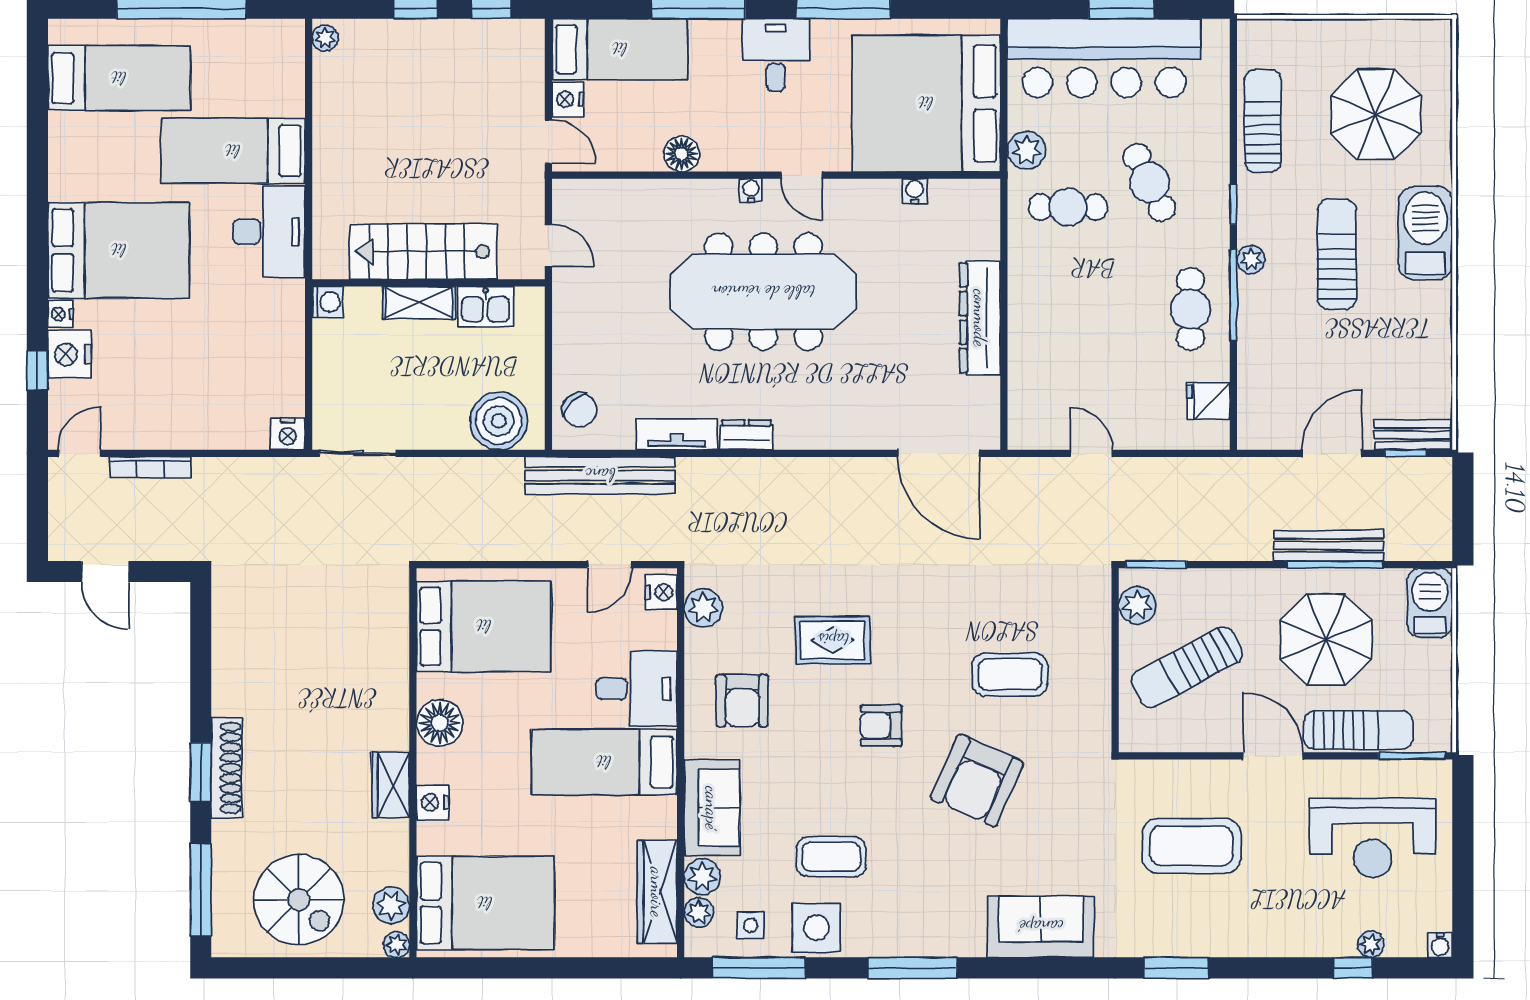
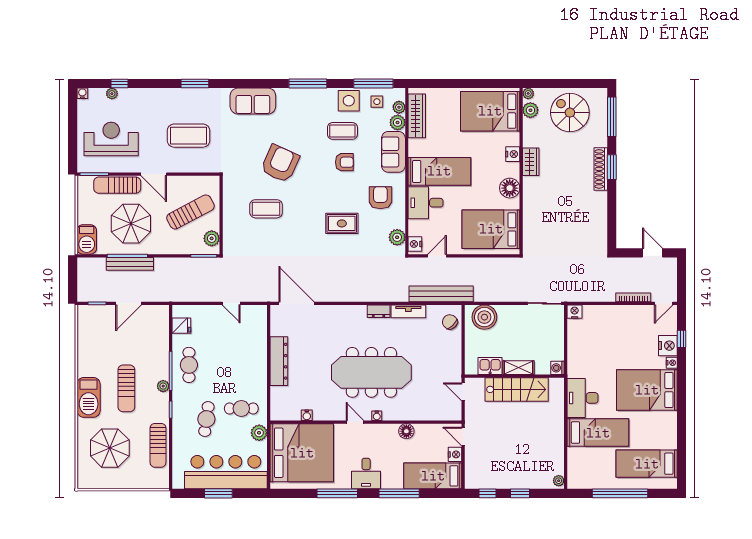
cafe table: (1150, 182) -> (206, 419), turned 34
bench: (1413, 435) -> (94, 311), removed
armchair: (881, 726) -> (344, 162), moved

